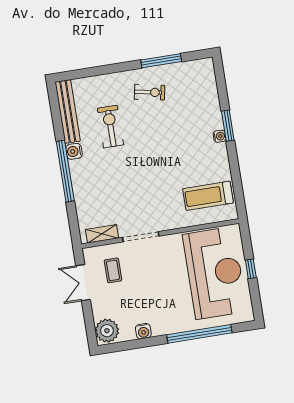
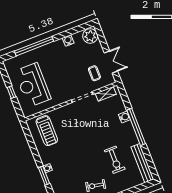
water cooler: (74, 151) -> (125, 117), moved
treadmill: (208, 196) -> (47, 131), turned 90
reception desk: (215, 273) -> (33, 85), width x0.74, depth x0.77

